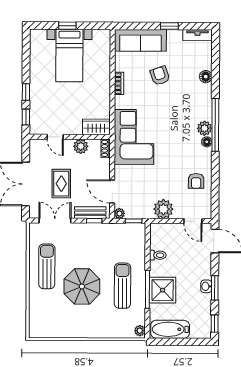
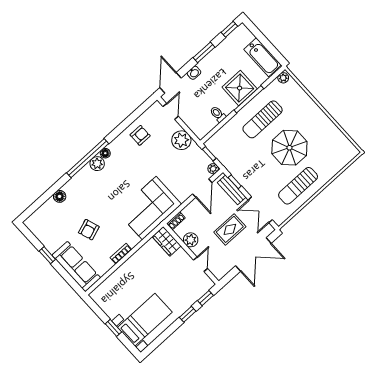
tv unit: (197, 35) -> (35, 229), removed
bed with nightstands: (69, 55) -> (145, 320), moved
washbasin: (206, 286) -> (194, 73), moved

